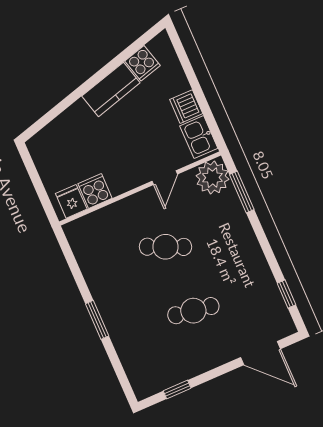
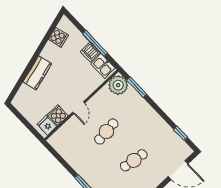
kitchen counter: (111, 89) -> (37, 73), moved
window: (199, 95) -> (95, 43), added
door: (165, 178) -> (79, 108), moved
cafe table: (165, 247) -> (106, 131), turned -30

